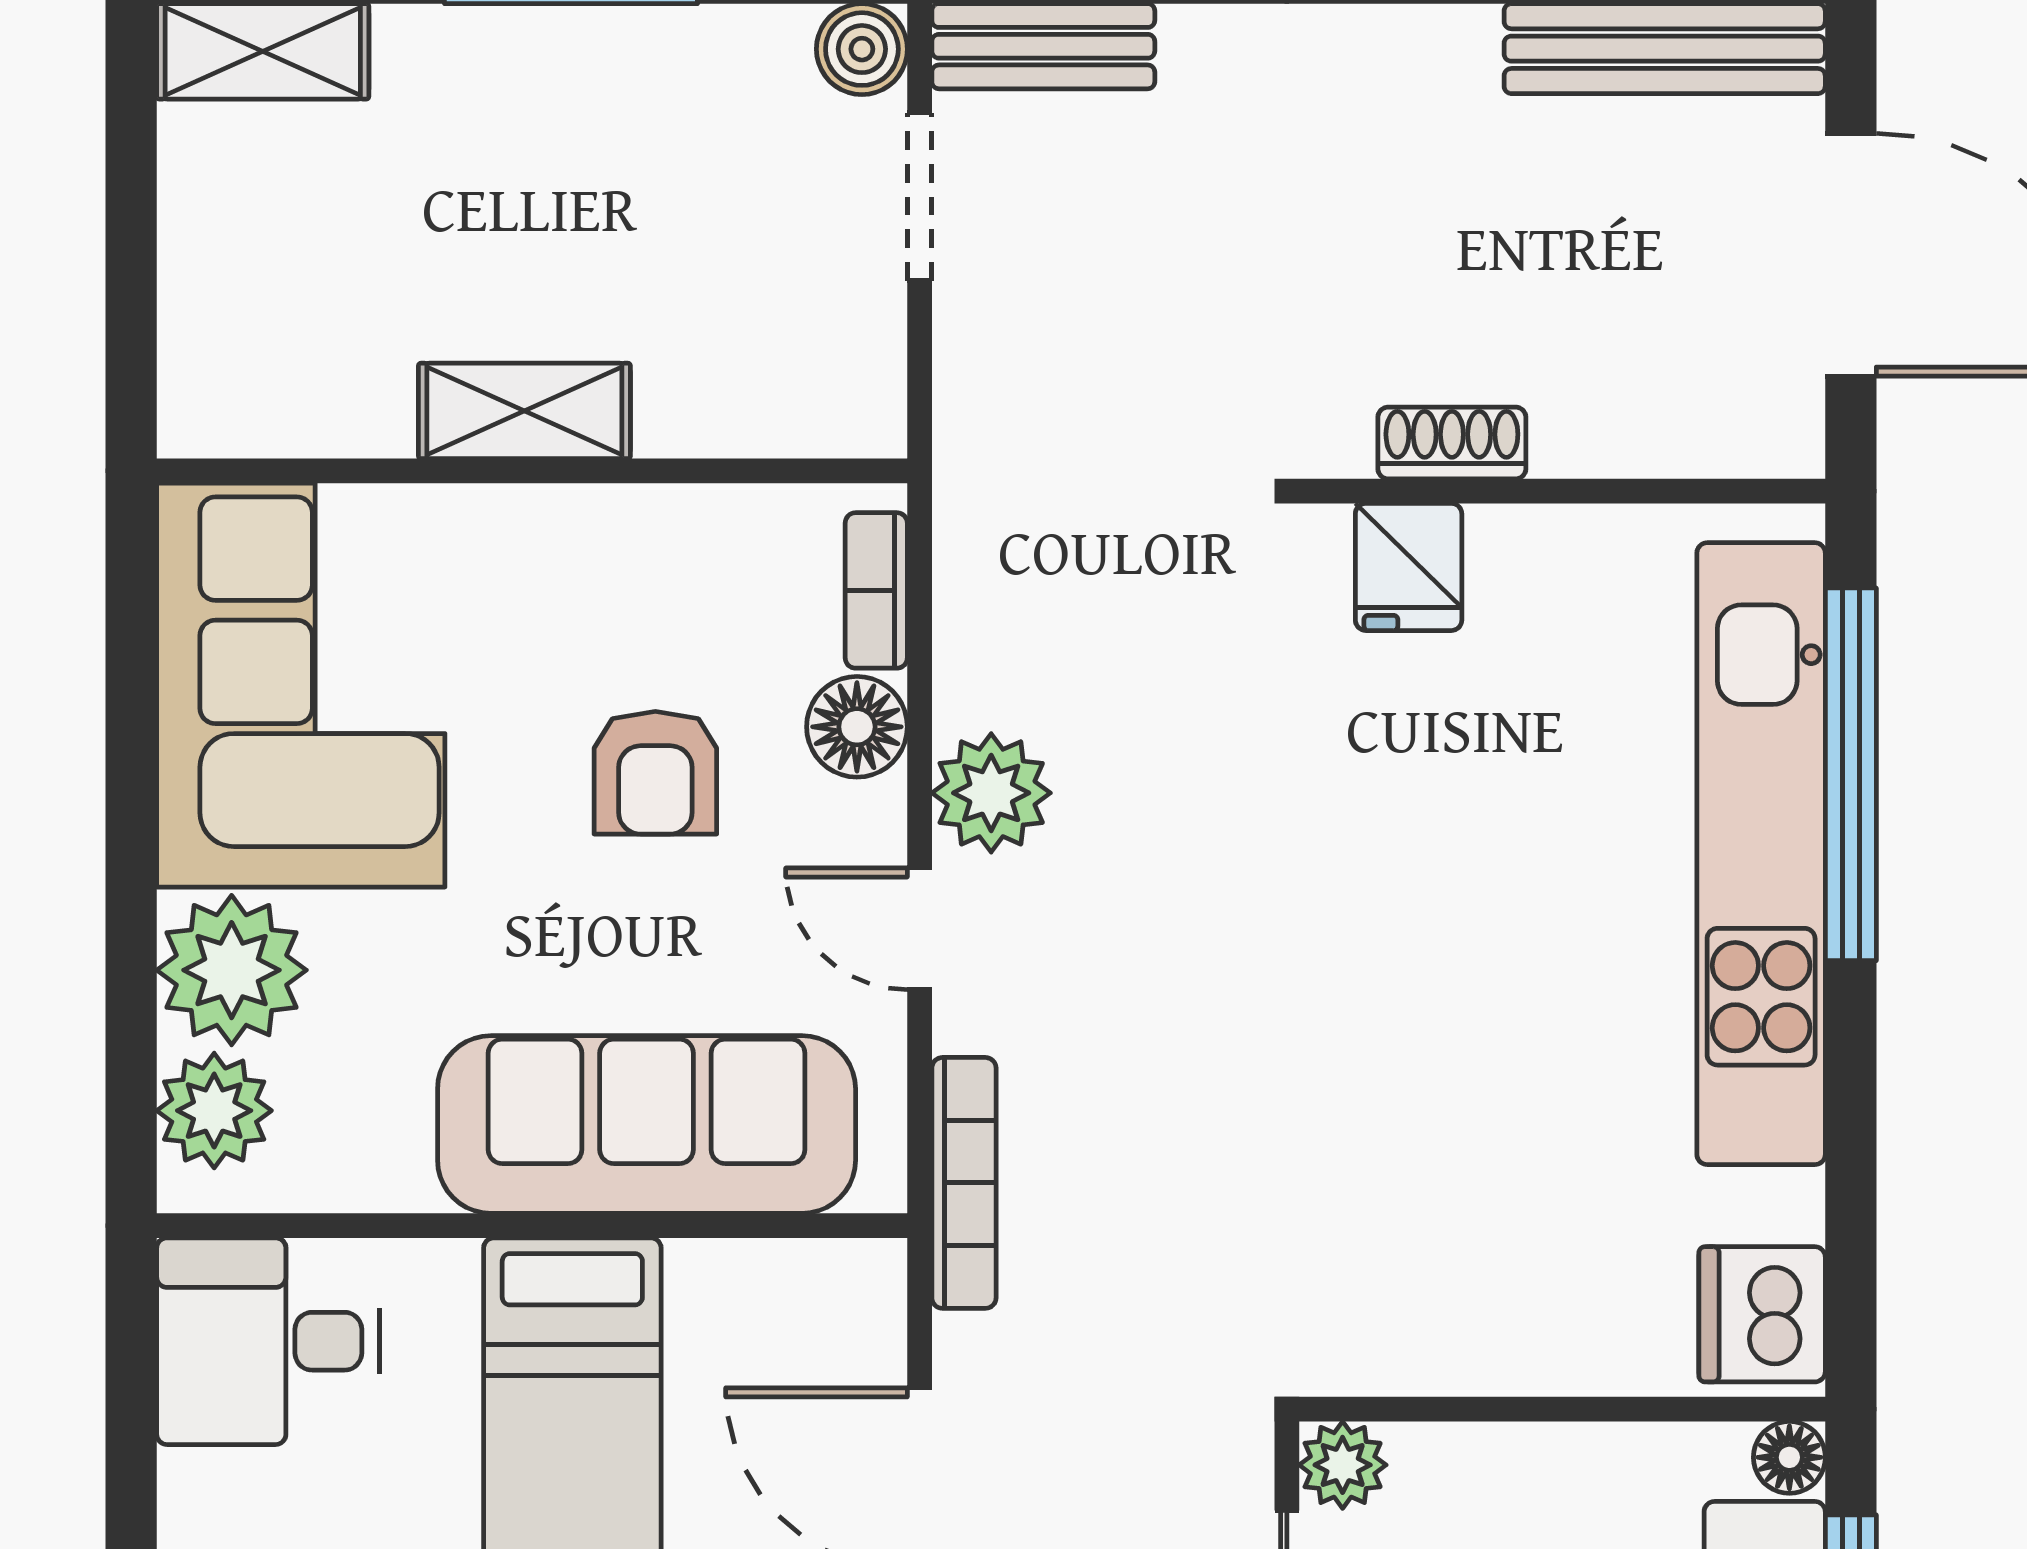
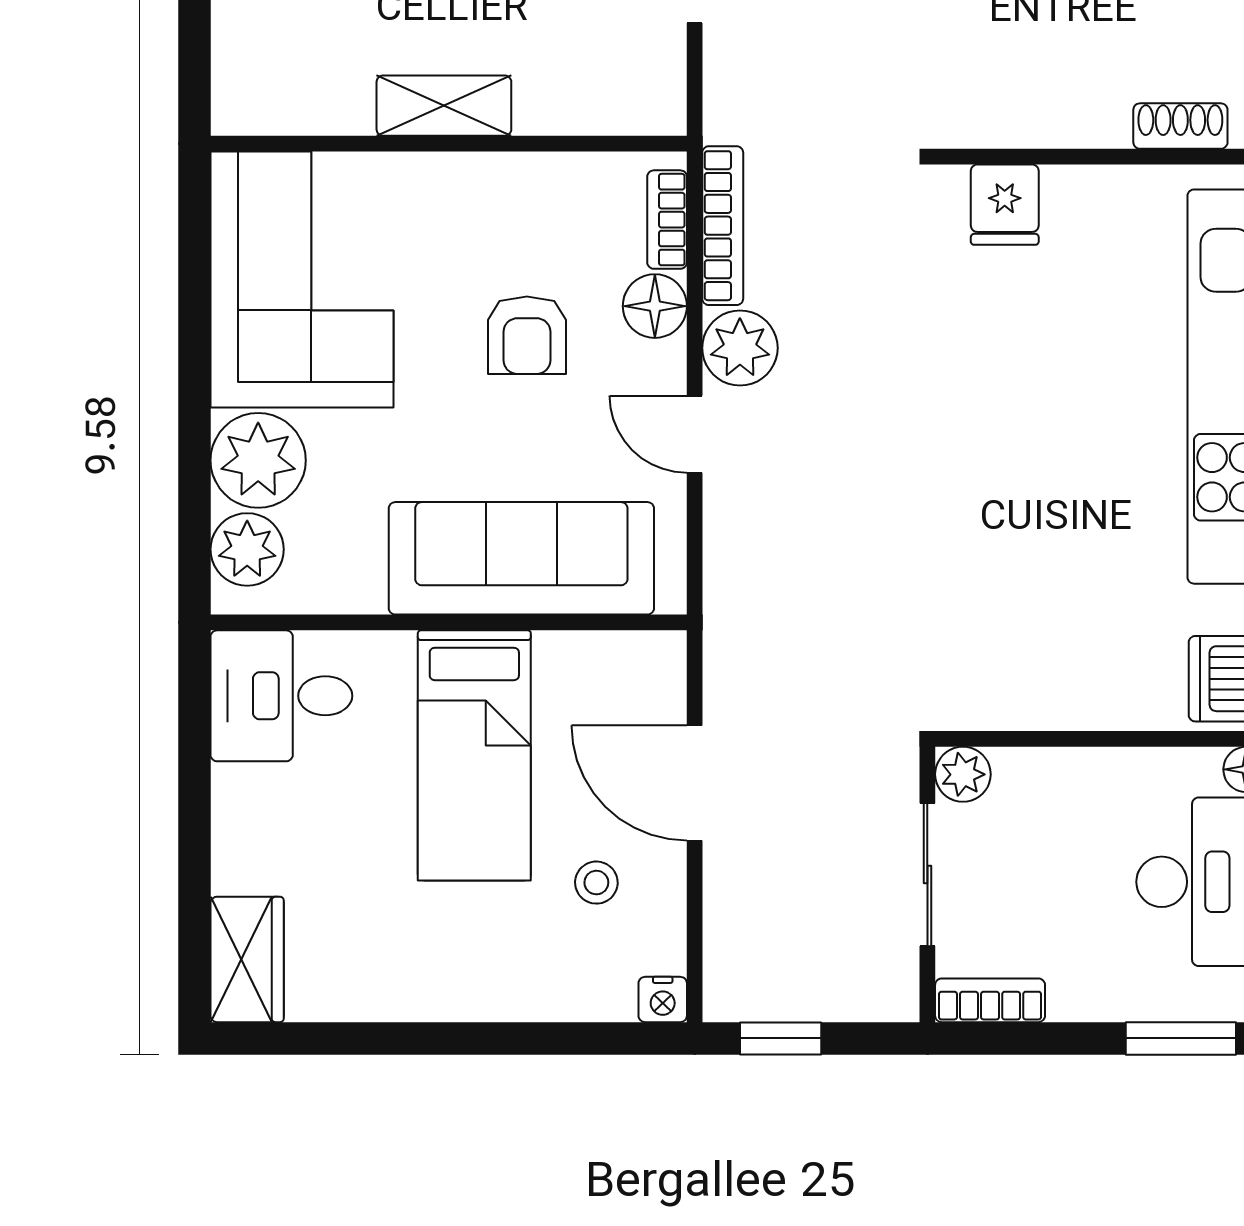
shoe rack: (1452, 443) -> (1180, 126), moved
bookcase: (964, 1183) -> (723, 226), moved

